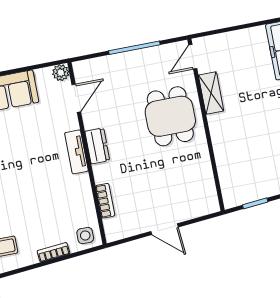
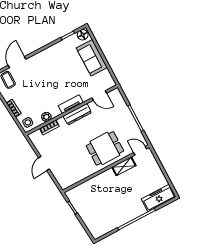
plant: (61, 73) -> (46, 117), moved
dresser: (97, 146) -> (77, 114), width x1.44

